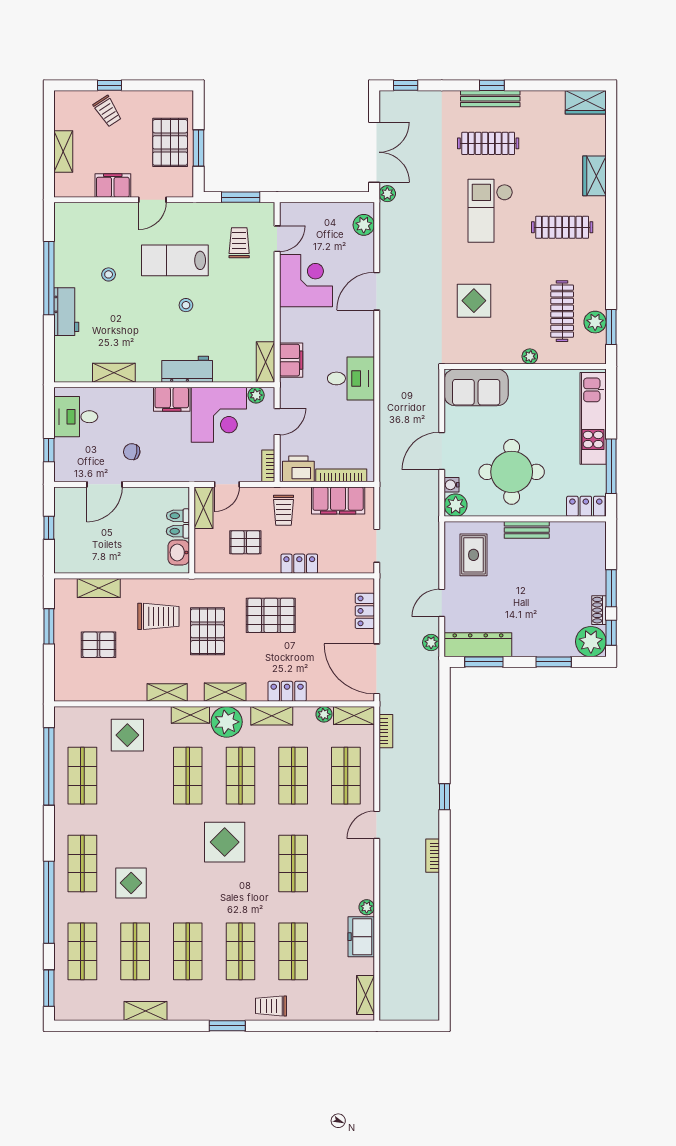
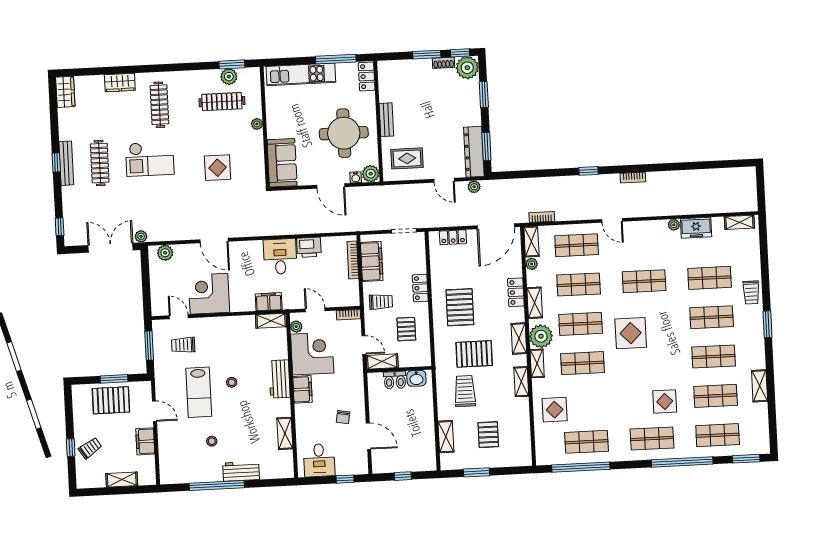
printer: (298, 469) -> (309, 247), moved, turned -90

